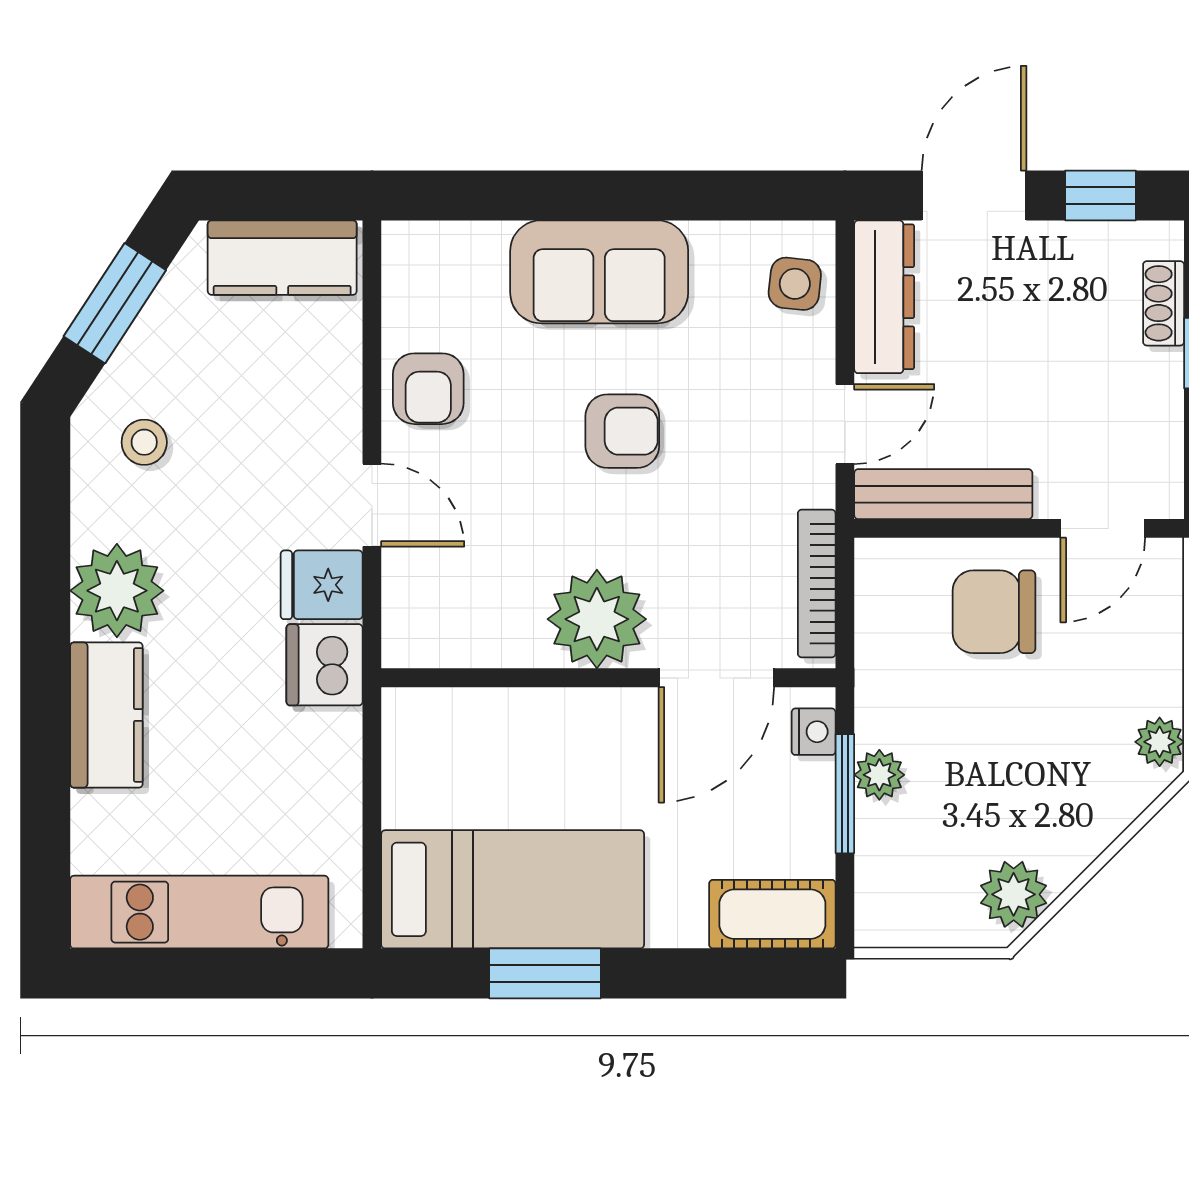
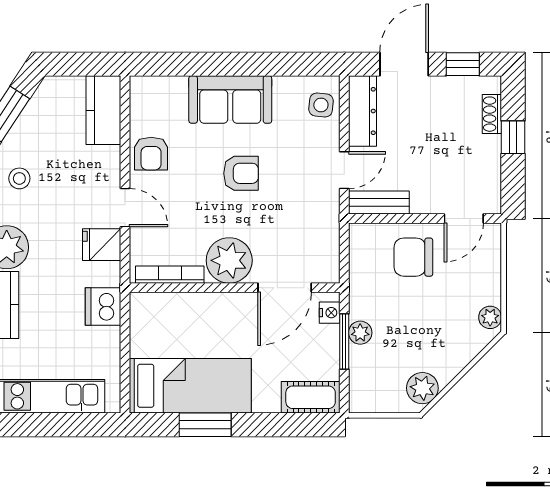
kitchen counter: (282, 258) -> (103, 110), moved, turned 90
bench: (943, 494) -> (379, 203), width x0.73
bookcase: (817, 583) -> (170, 275), moved, turned 90
dishwasher: (325, 665) -> (103, 306), moved

